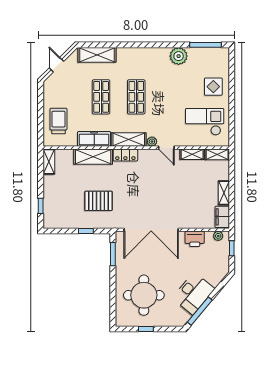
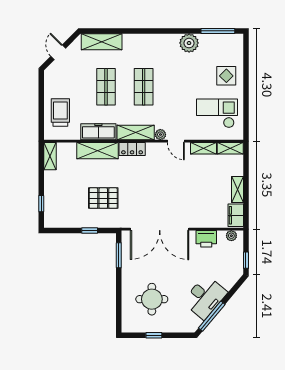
window: (232, 248) -> (246, 260), moved
round table: (144, 295) -> (152, 299), width x0.73, depth x0.73

